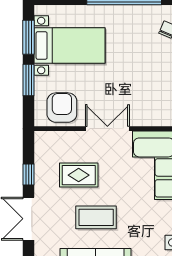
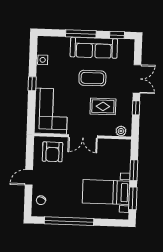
armchair: (62, 108) -> (52, 152), moved
plant: (50, 139) -> (121, 131), added

